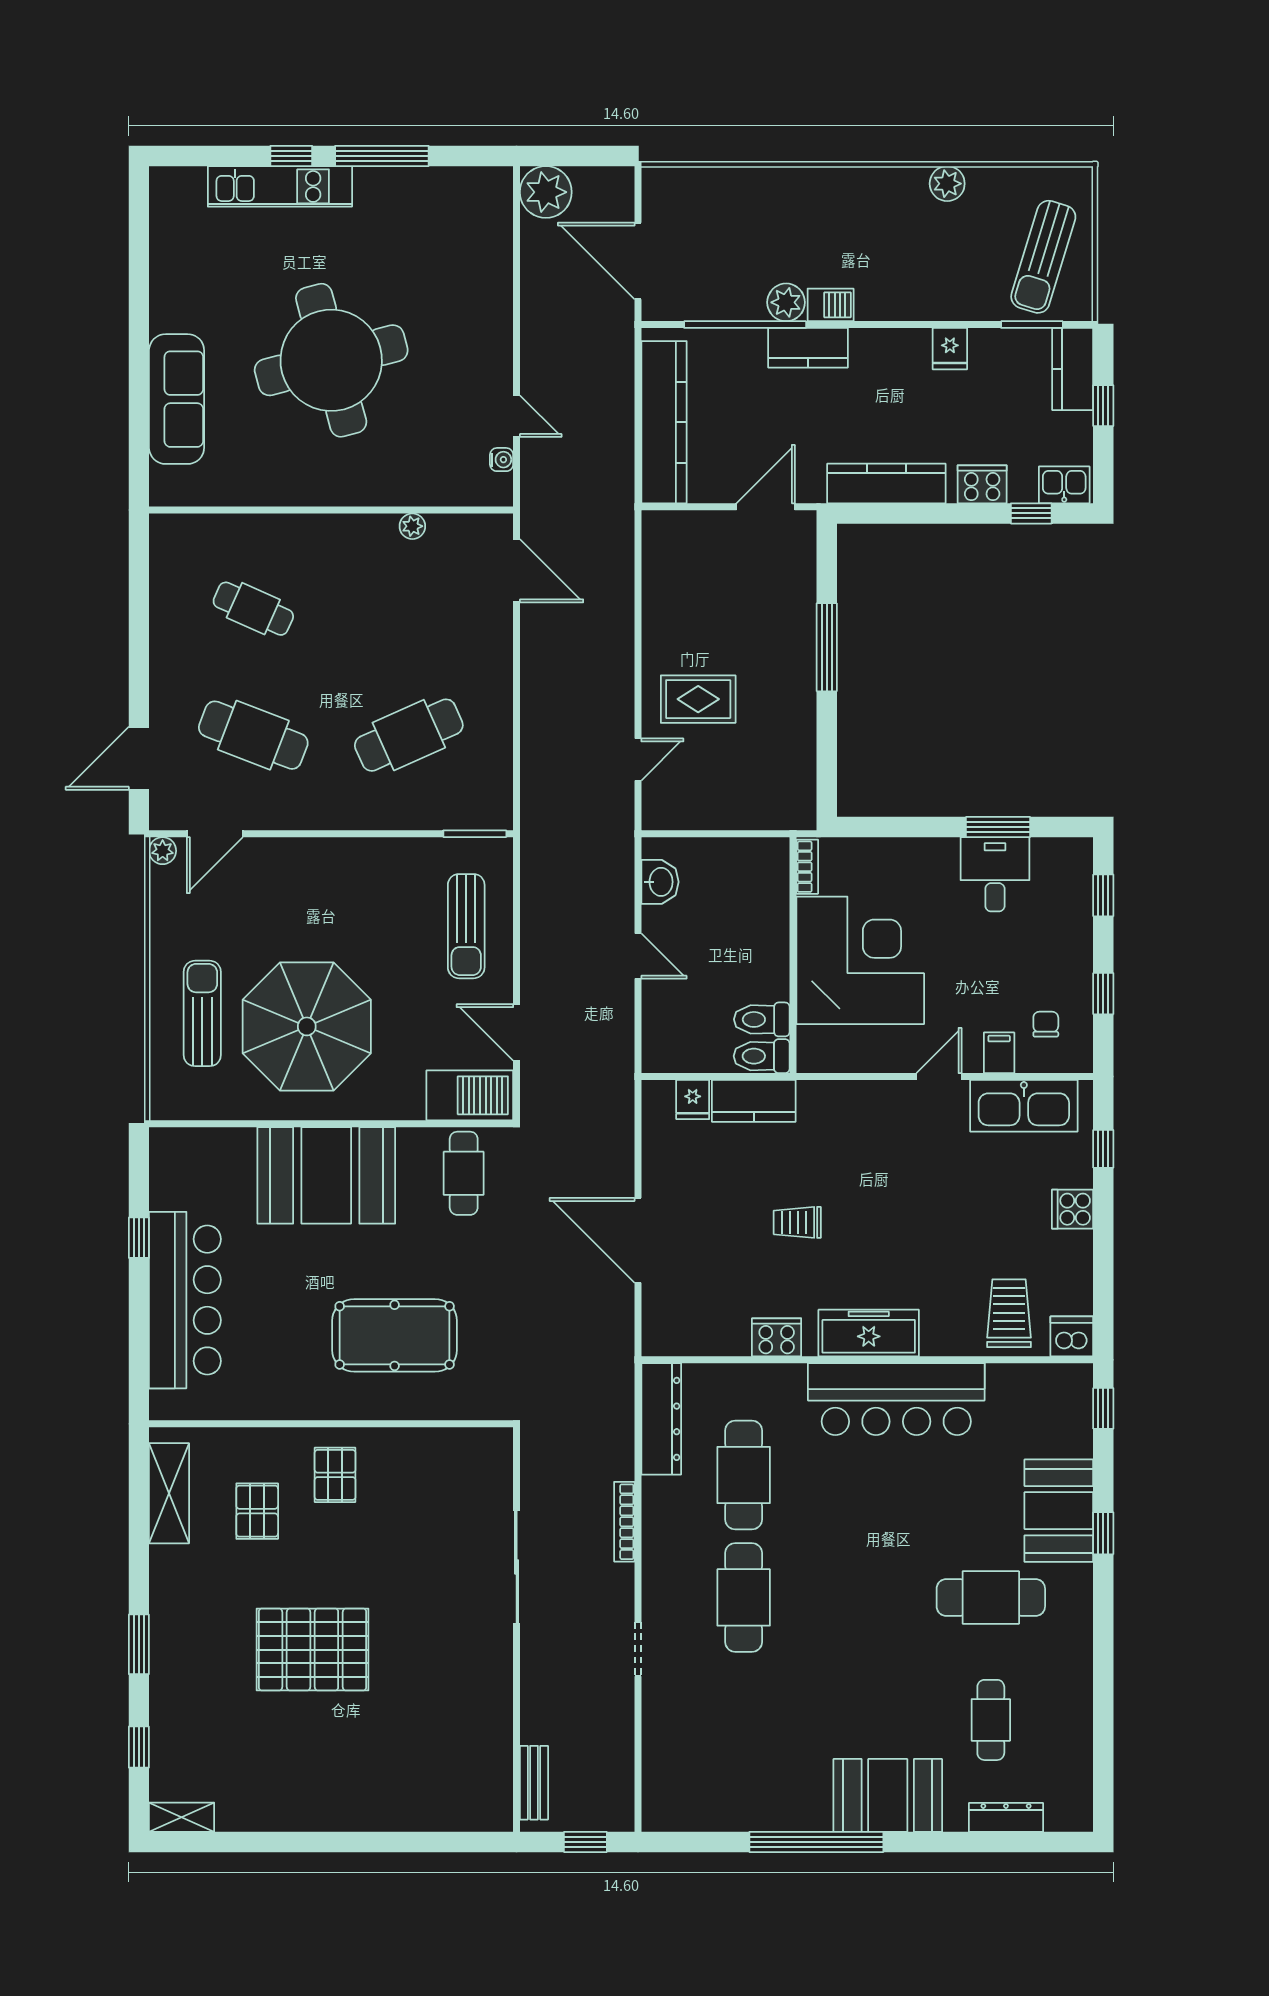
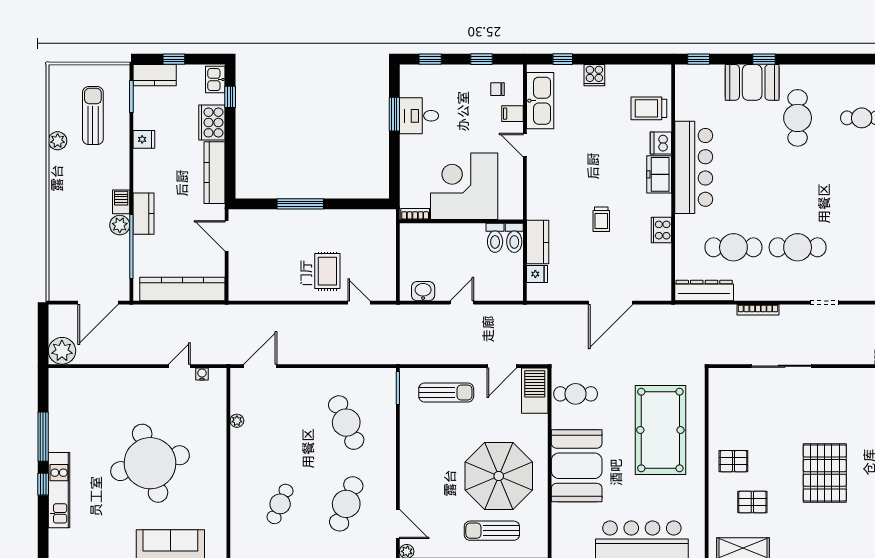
sun lounger: (1043, 257) -> (93, 116), moved, turned -107
cooker: (982, 484) -> (212, 123), width x1.37, depth x1.31
freezer: (869, 1333) -> (659, 174), width x0.71
pool table: (395, 1335) -> (660, 430), width x1.36, depth x1.32
dishwasher: (1072, 1336) -> (661, 143), moved

